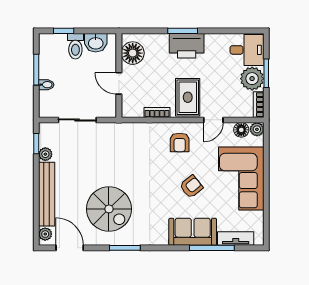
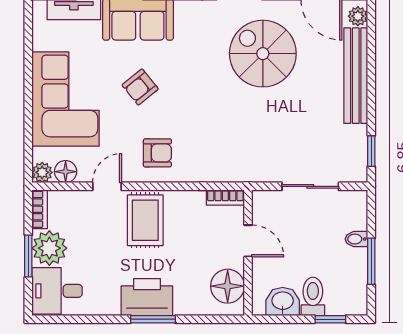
bookcase: (157, 112) -> (225, 198), moved
armchair: (180, 142) -> (157, 153), turned 90
plant: (45, 154) -> (358, 135), removed

